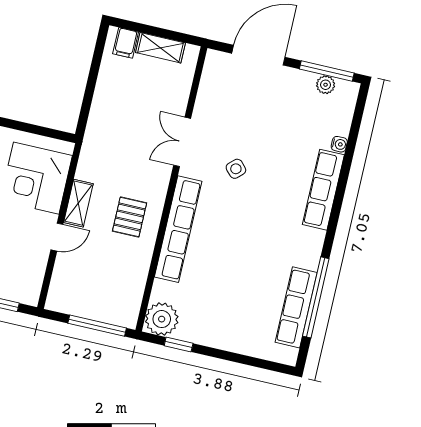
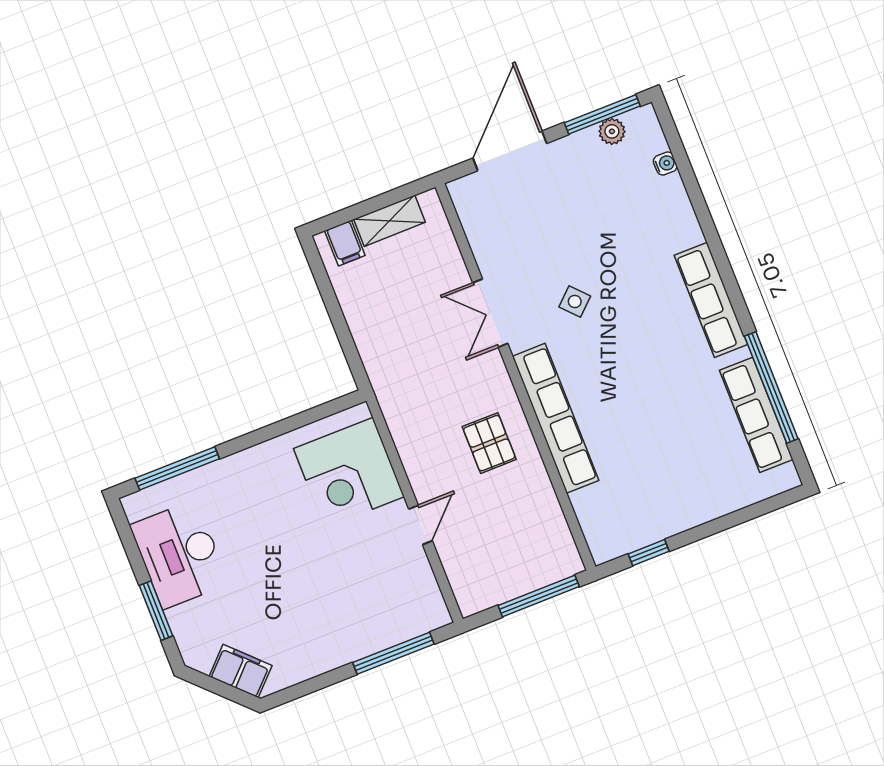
water cooler: (339, 144) -> (665, 164), moved
row of seats: (323, 190) -> (711, 300), moved
shelving: (78, 203) -> (418, 468), removed
plant: (162, 319) -> (609, 537), removed

